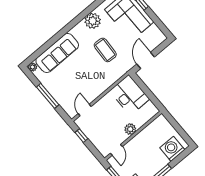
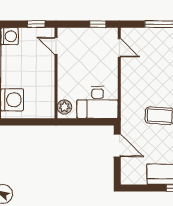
plant: (130, 129) -> (64, 107), moved

